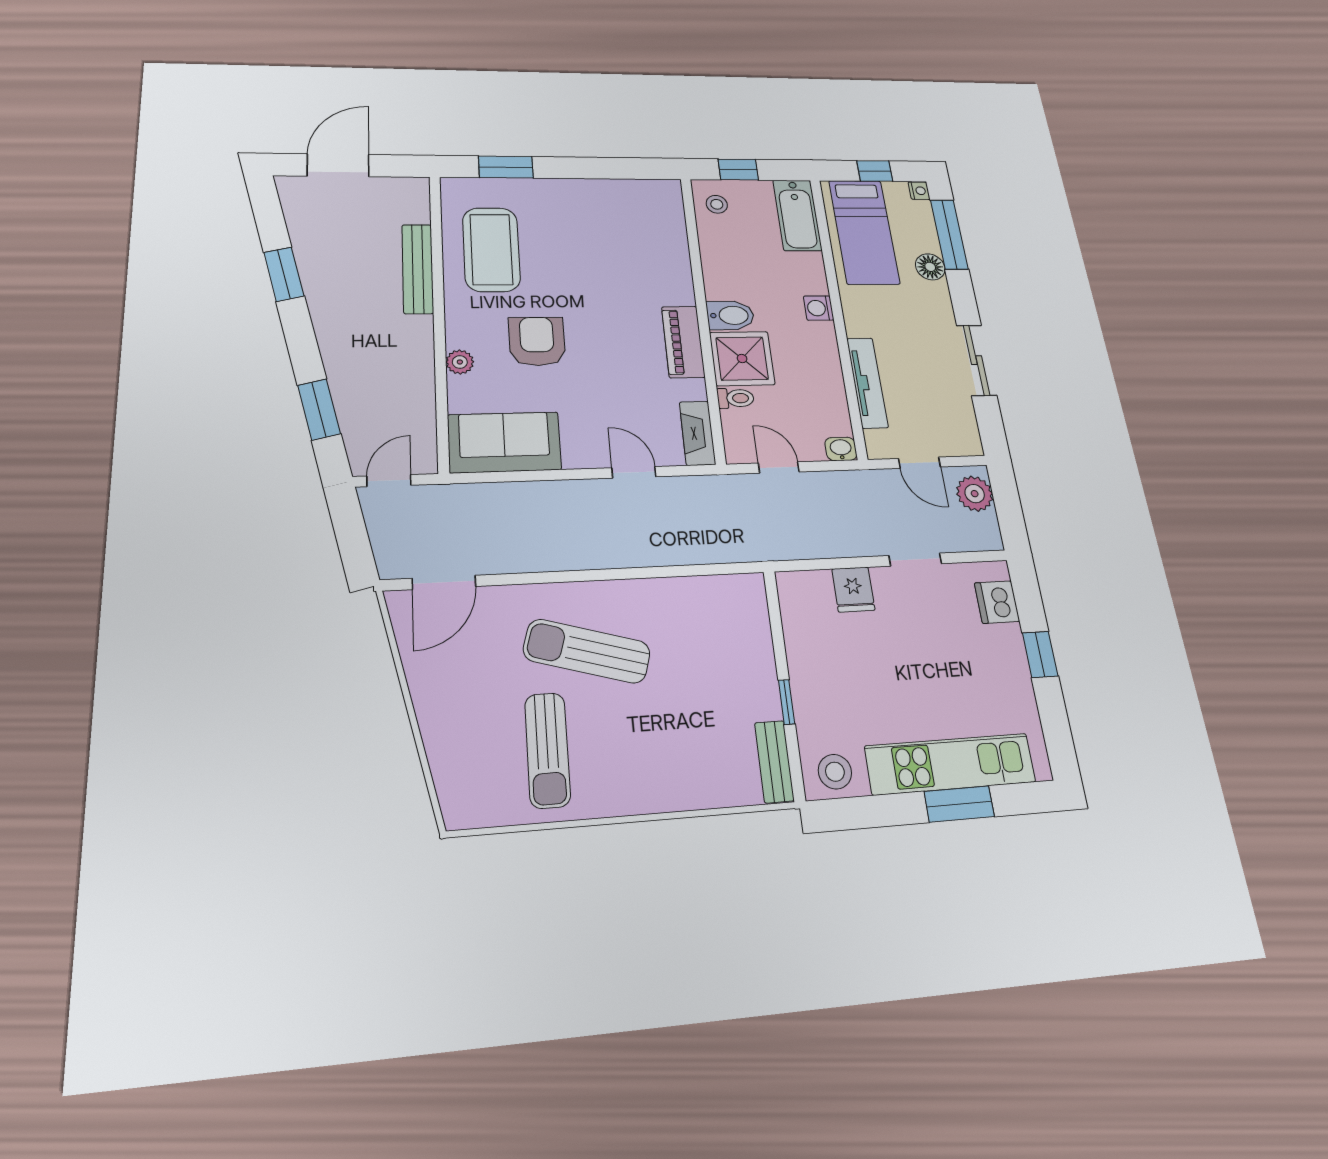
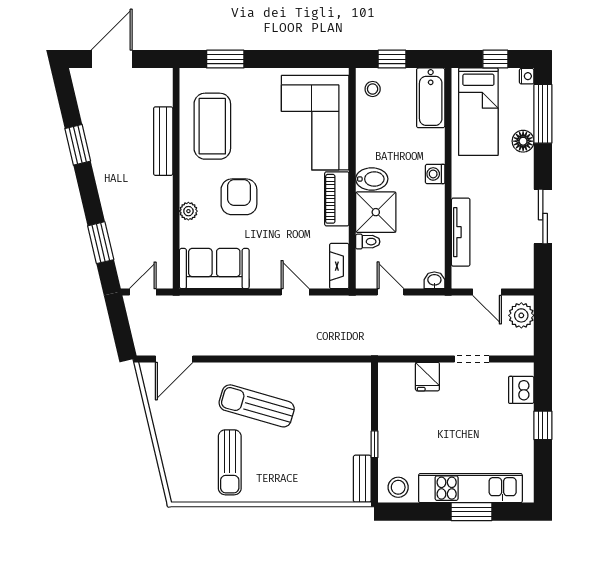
corner sofa: (641, 245) -> (315, 123), added

